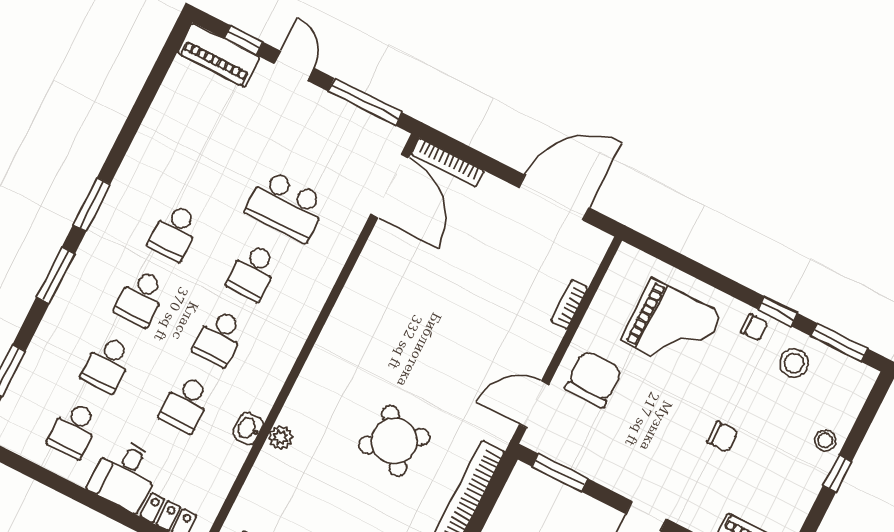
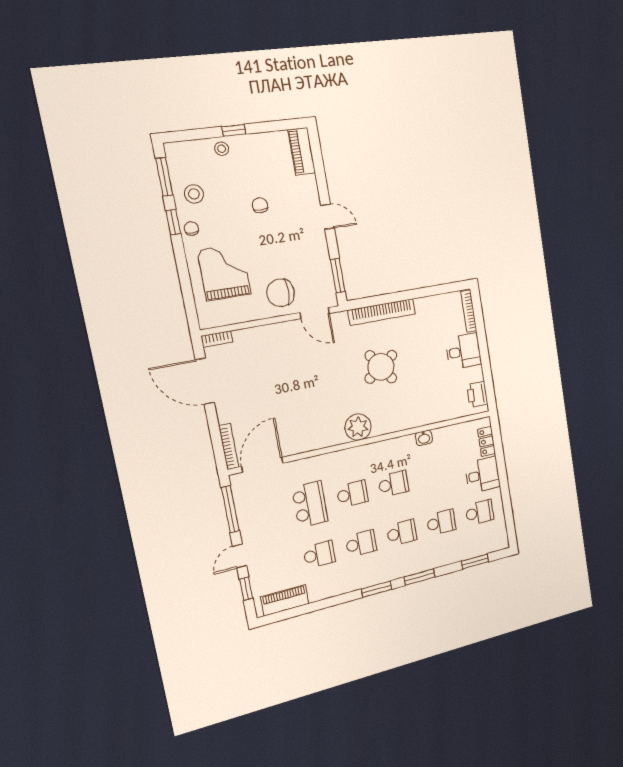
piano: (219, 55) -> (285, 600), moved, turned -90
bookcase: (569, 305) -> (217, 339), moved
school desk: (186, 404) -> (319, 554), moved
plant: (280, 438) -> (358, 427), moved, width x1.88, depth x1.88

